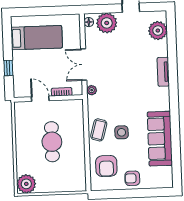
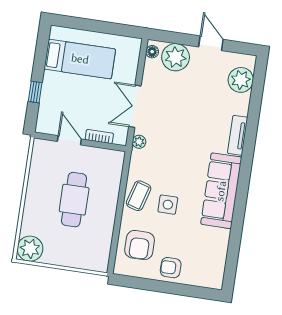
sofa: (160, 139) -> (221, 191), moved

